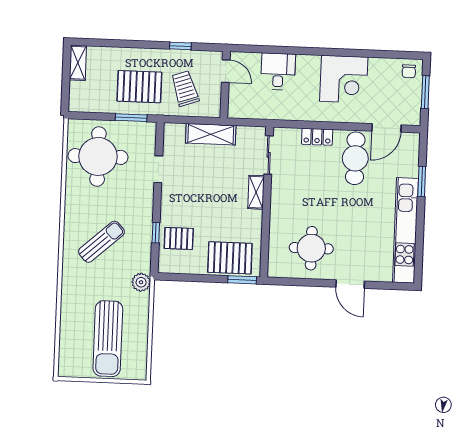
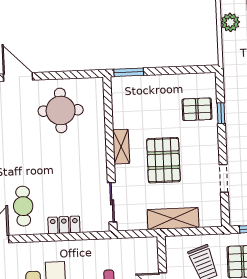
cafe table: (355, 158) -> (23, 206), width x0.73, depth x0.74
shelving: (256, 192) -> (121, 147), moved
pallet: (230, 258) -> (163, 160), moved, turned 90
plant: (141, 282) -> (230, 22), moved

